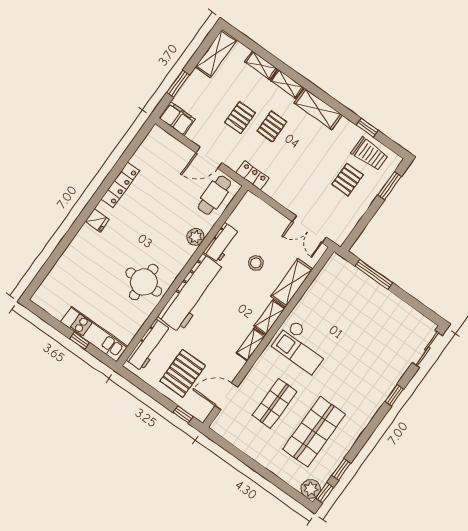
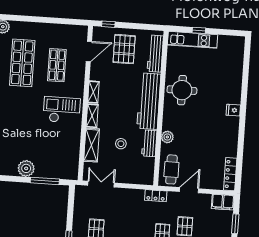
locker: (120, 185) -> (230, 174), moved
plant: (387, 303) -> (26, 168), added

